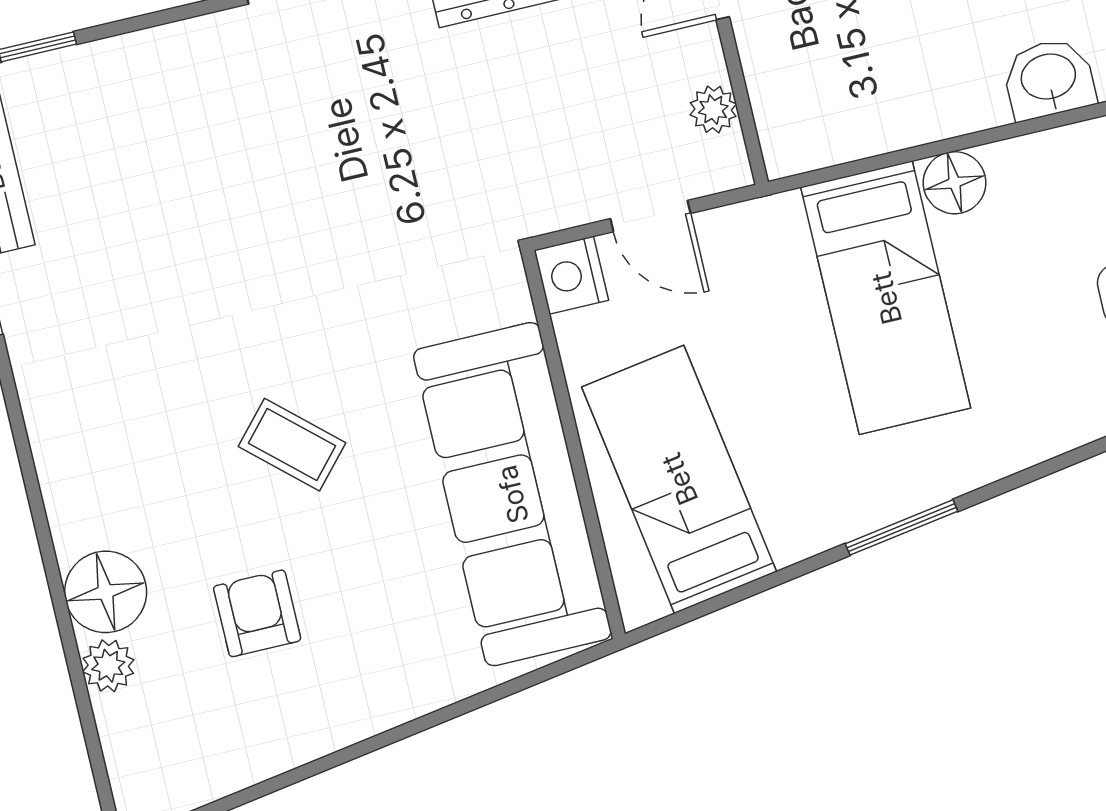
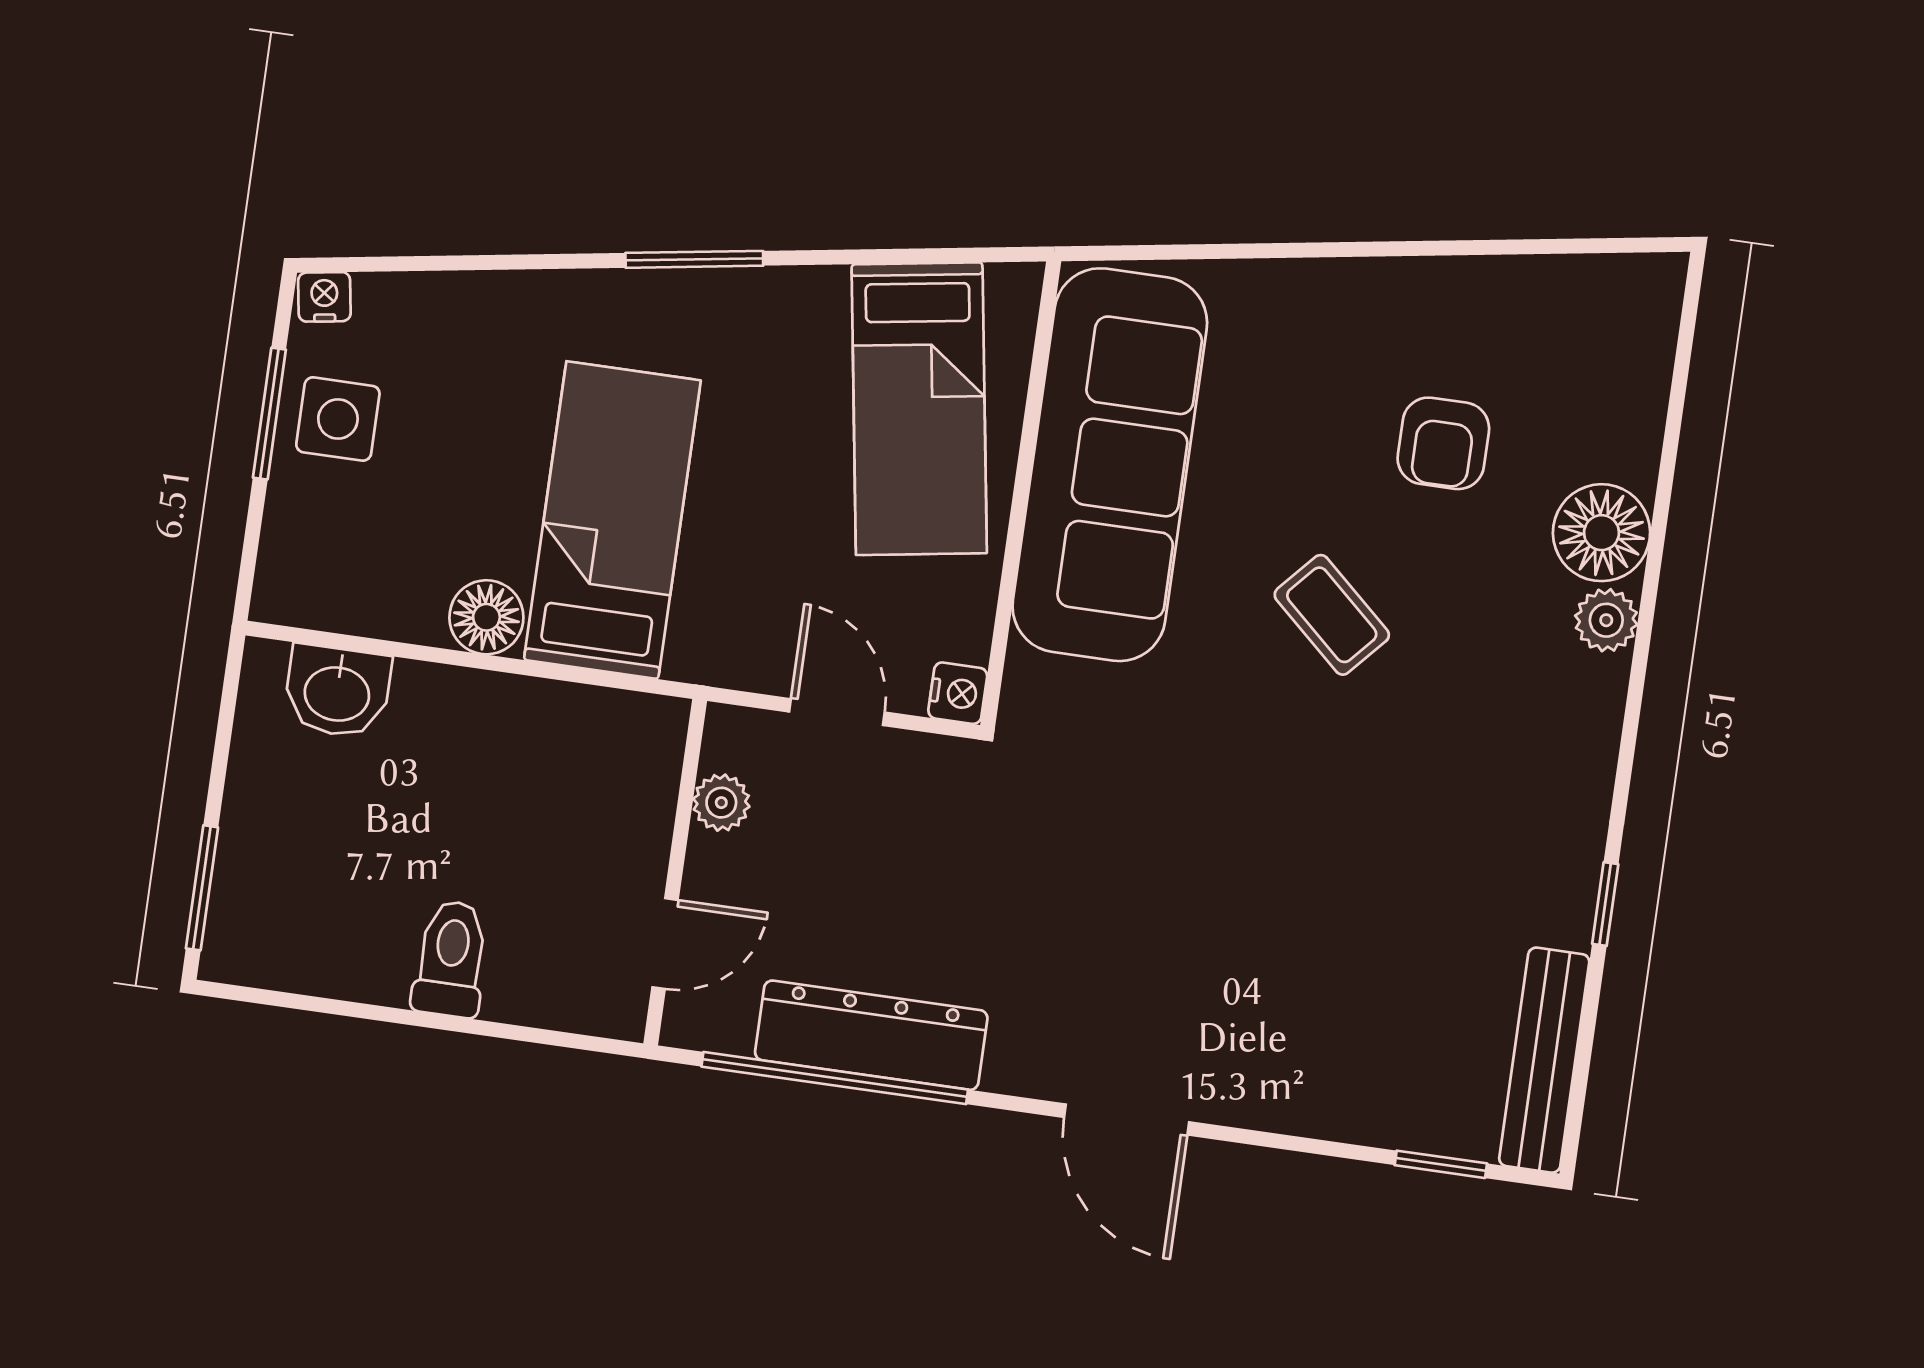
nightstand: (571, 275) -> (958, 693), width x0.72, depth x0.74
plant: (108, 666) -> (1606, 620), moved

